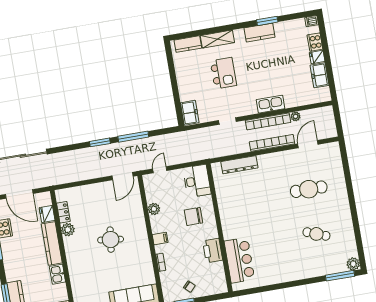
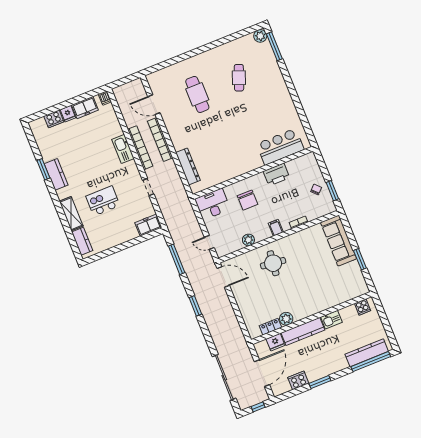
dishwasher: (312, 21) -> (105, 98), moved
plant: (296, 116) -> (130, 122), removed
window: (133, 137) -> (177, 259), moved
round table: (111, 240) -> (273, 263), moved

